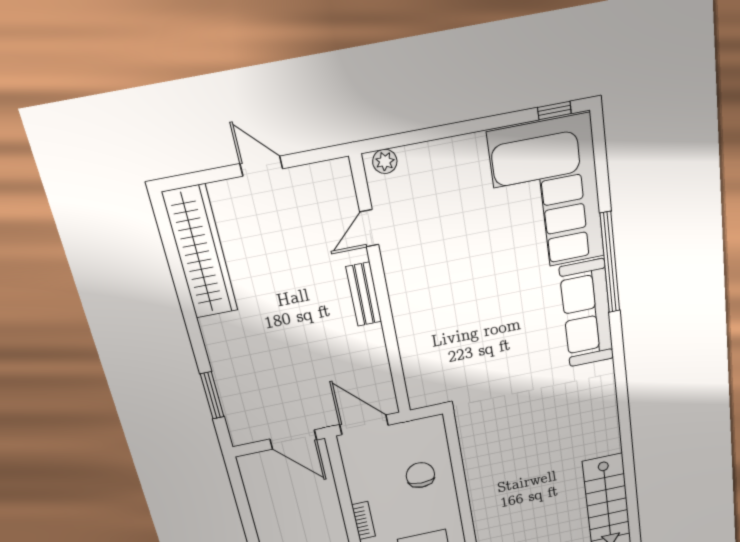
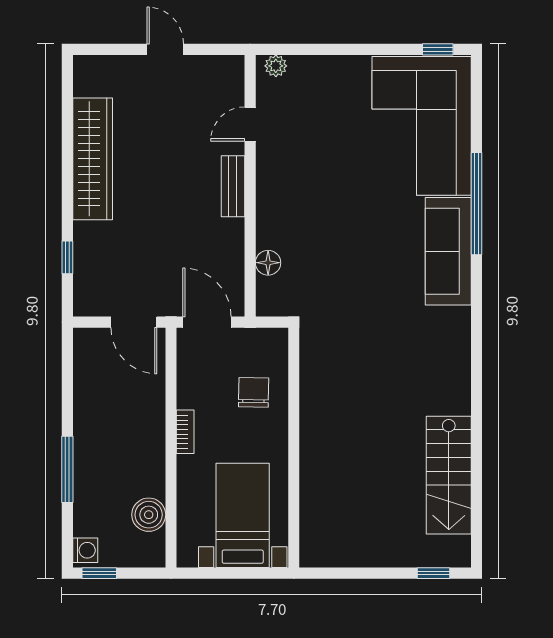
wardrobe: (200, 252) -> (93, 159), moved
floor lamp: (413, 360) -> (268, 263), added
window: (212, 395) -> (67, 257), width x0.67

